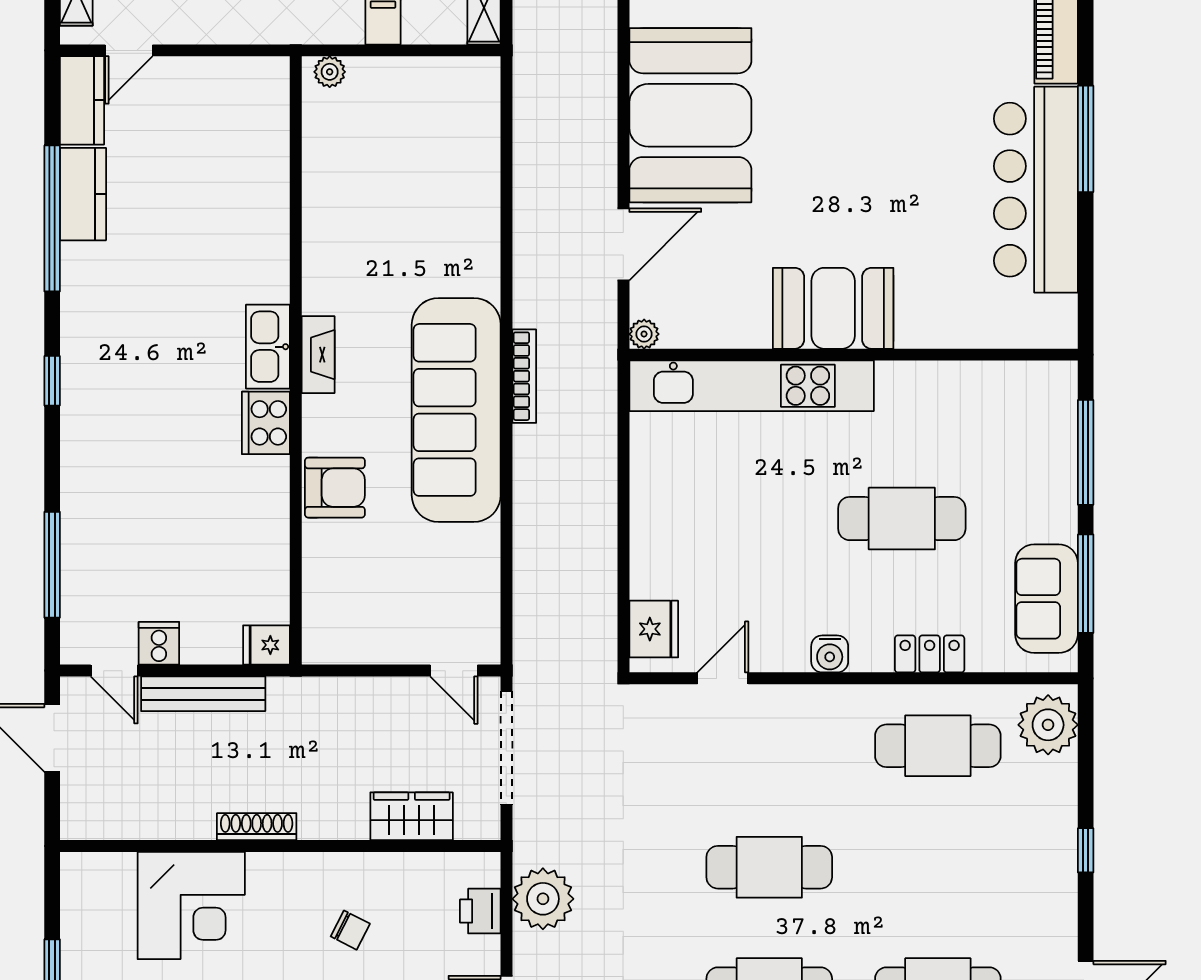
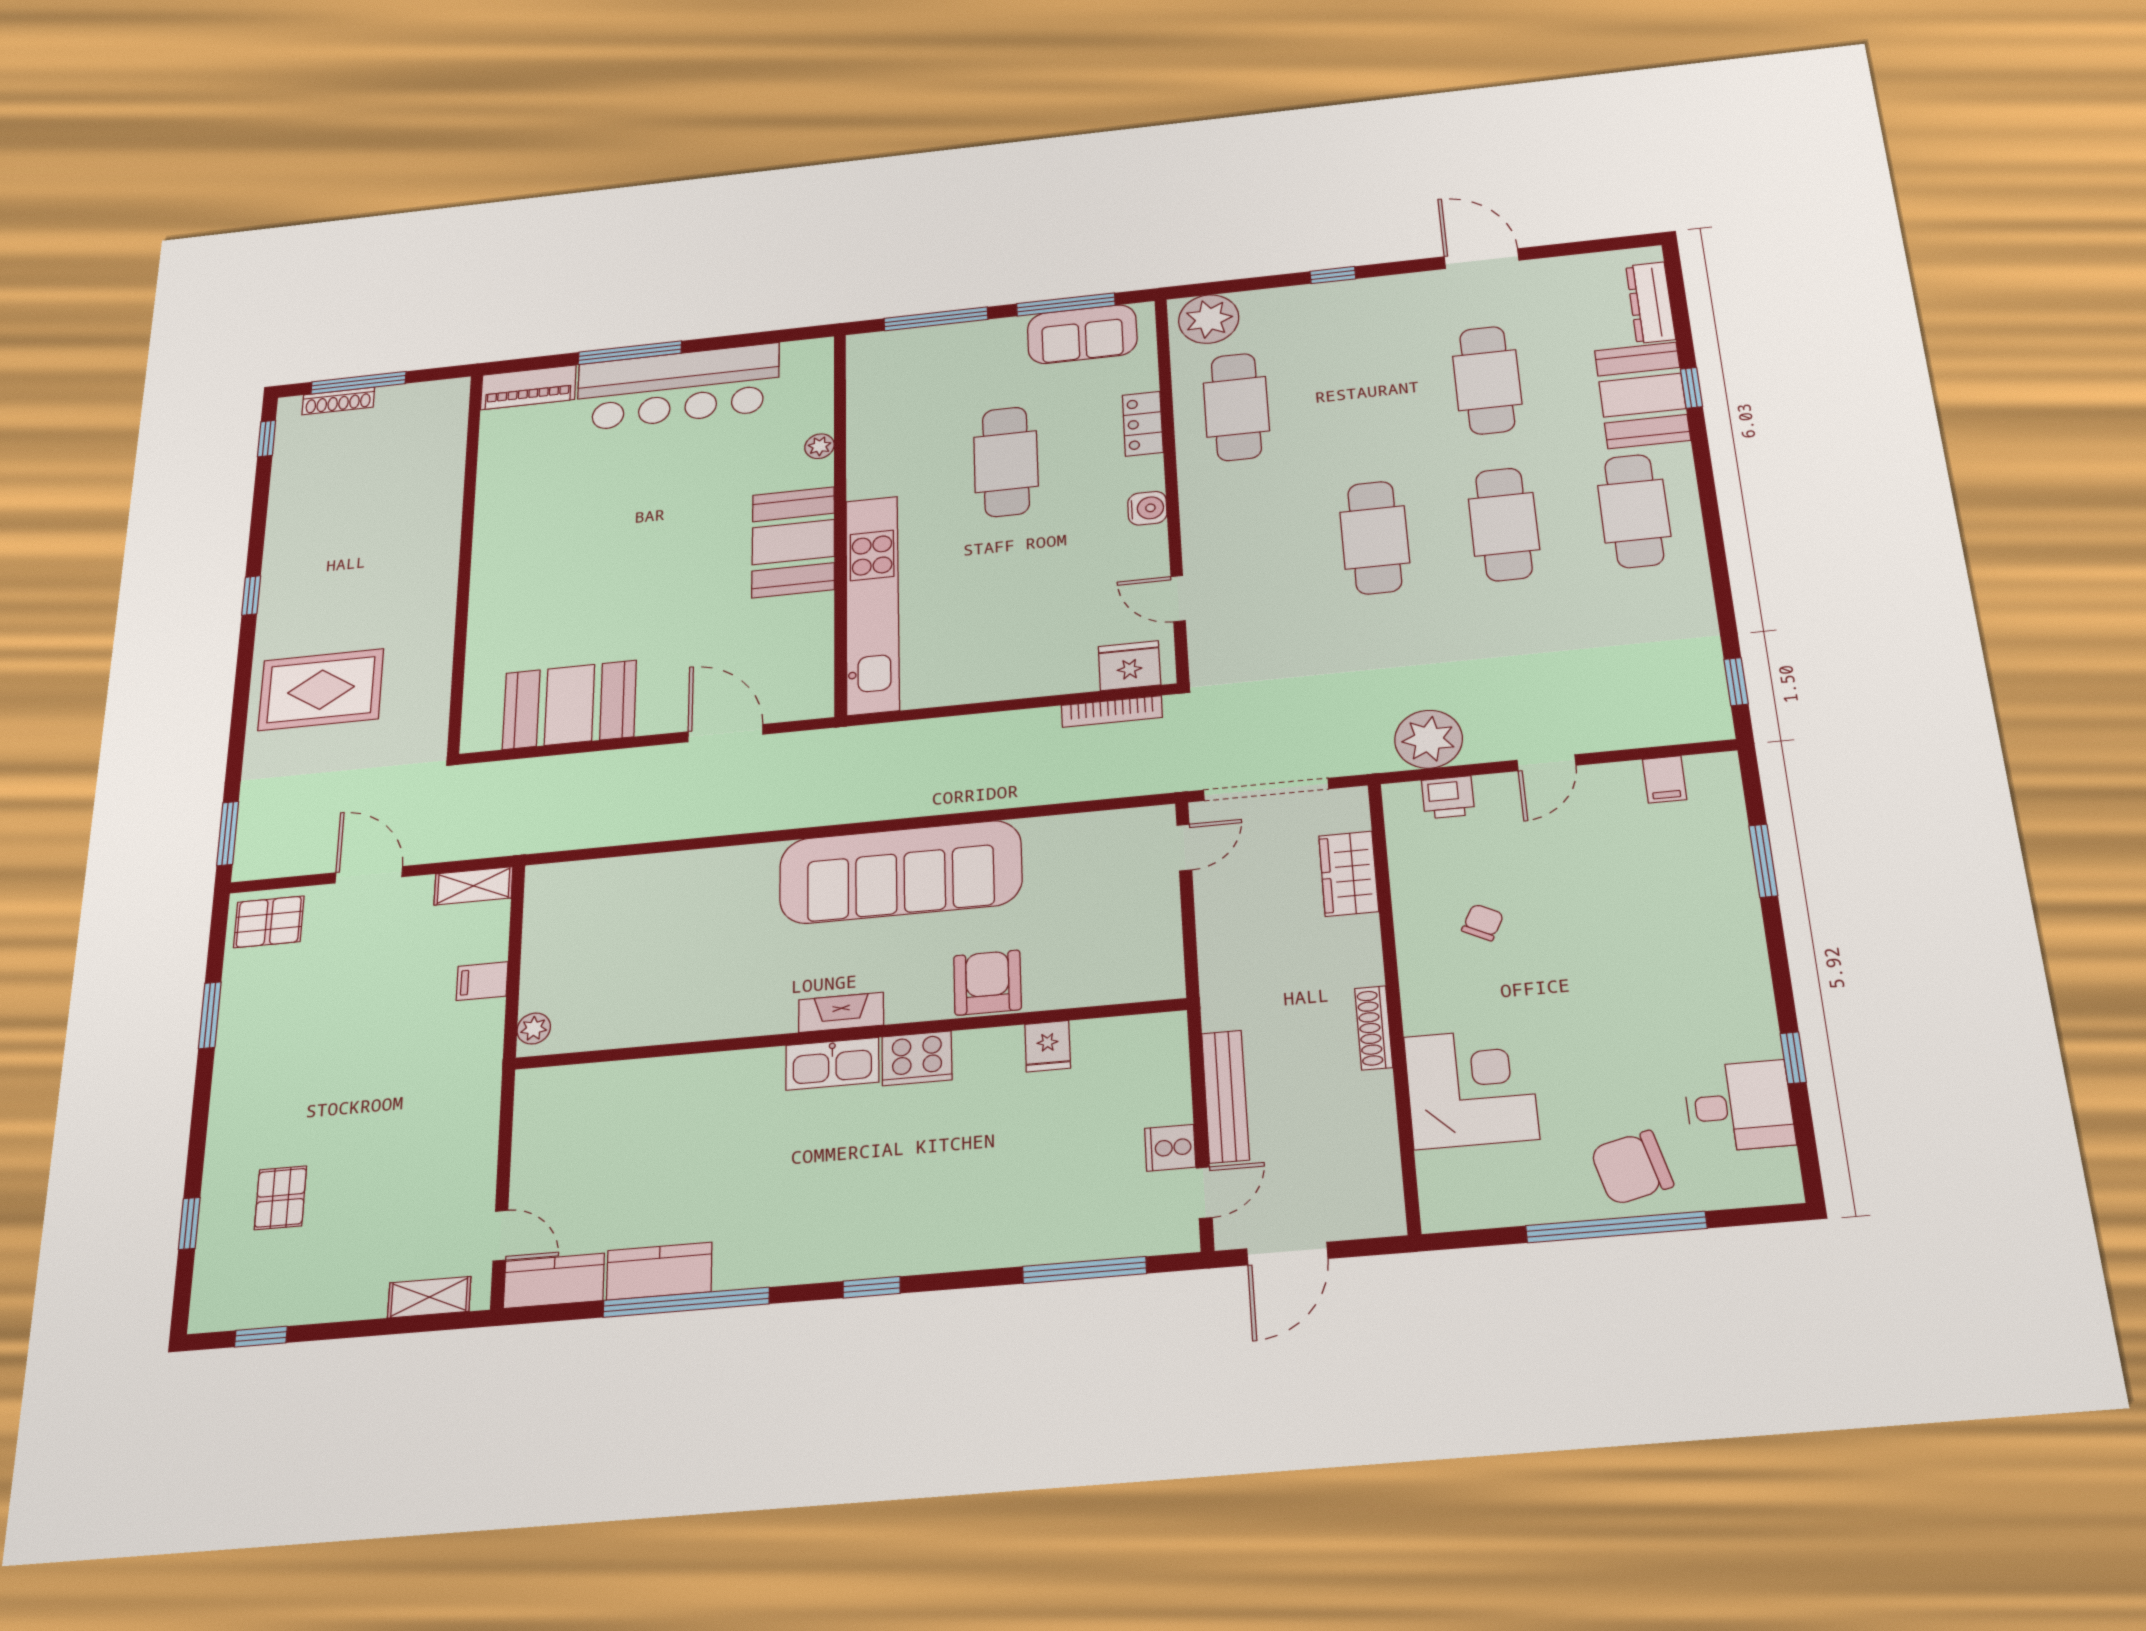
booth: (690, 115) -> (570, 705), width x0.73, depth x0.70
plant: (644, 334) -> (819, 446), moved
bookcase: (524, 376) -> (1112, 711), moved, turned 180
fridge: (267, 645) -> (1048, 1046), moved

